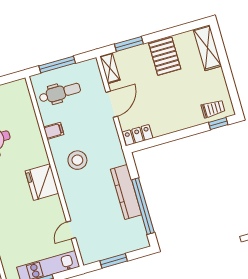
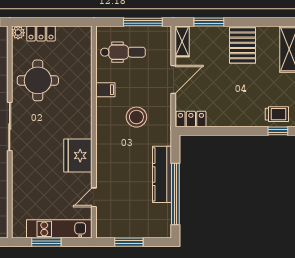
window: (57, 65) -> (143, 22), moved
stool: (77, 160) -> (136, 117), moved
fridge: (42, 182) -> (78, 156), moved

